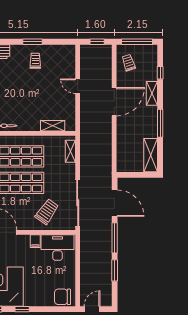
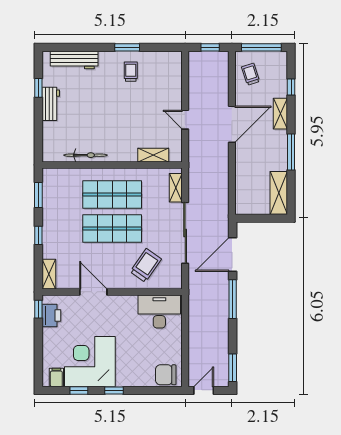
door: (78, 86) -> (185, 120), moved
sliding door: (78, 203) -> (185, 233), moved
door: (115, 203) -> (233, 255), swing flipped
filing cabinet: (35, 241) -> (131, 303), removed
window: (115, 270) -> (233, 368), moved

